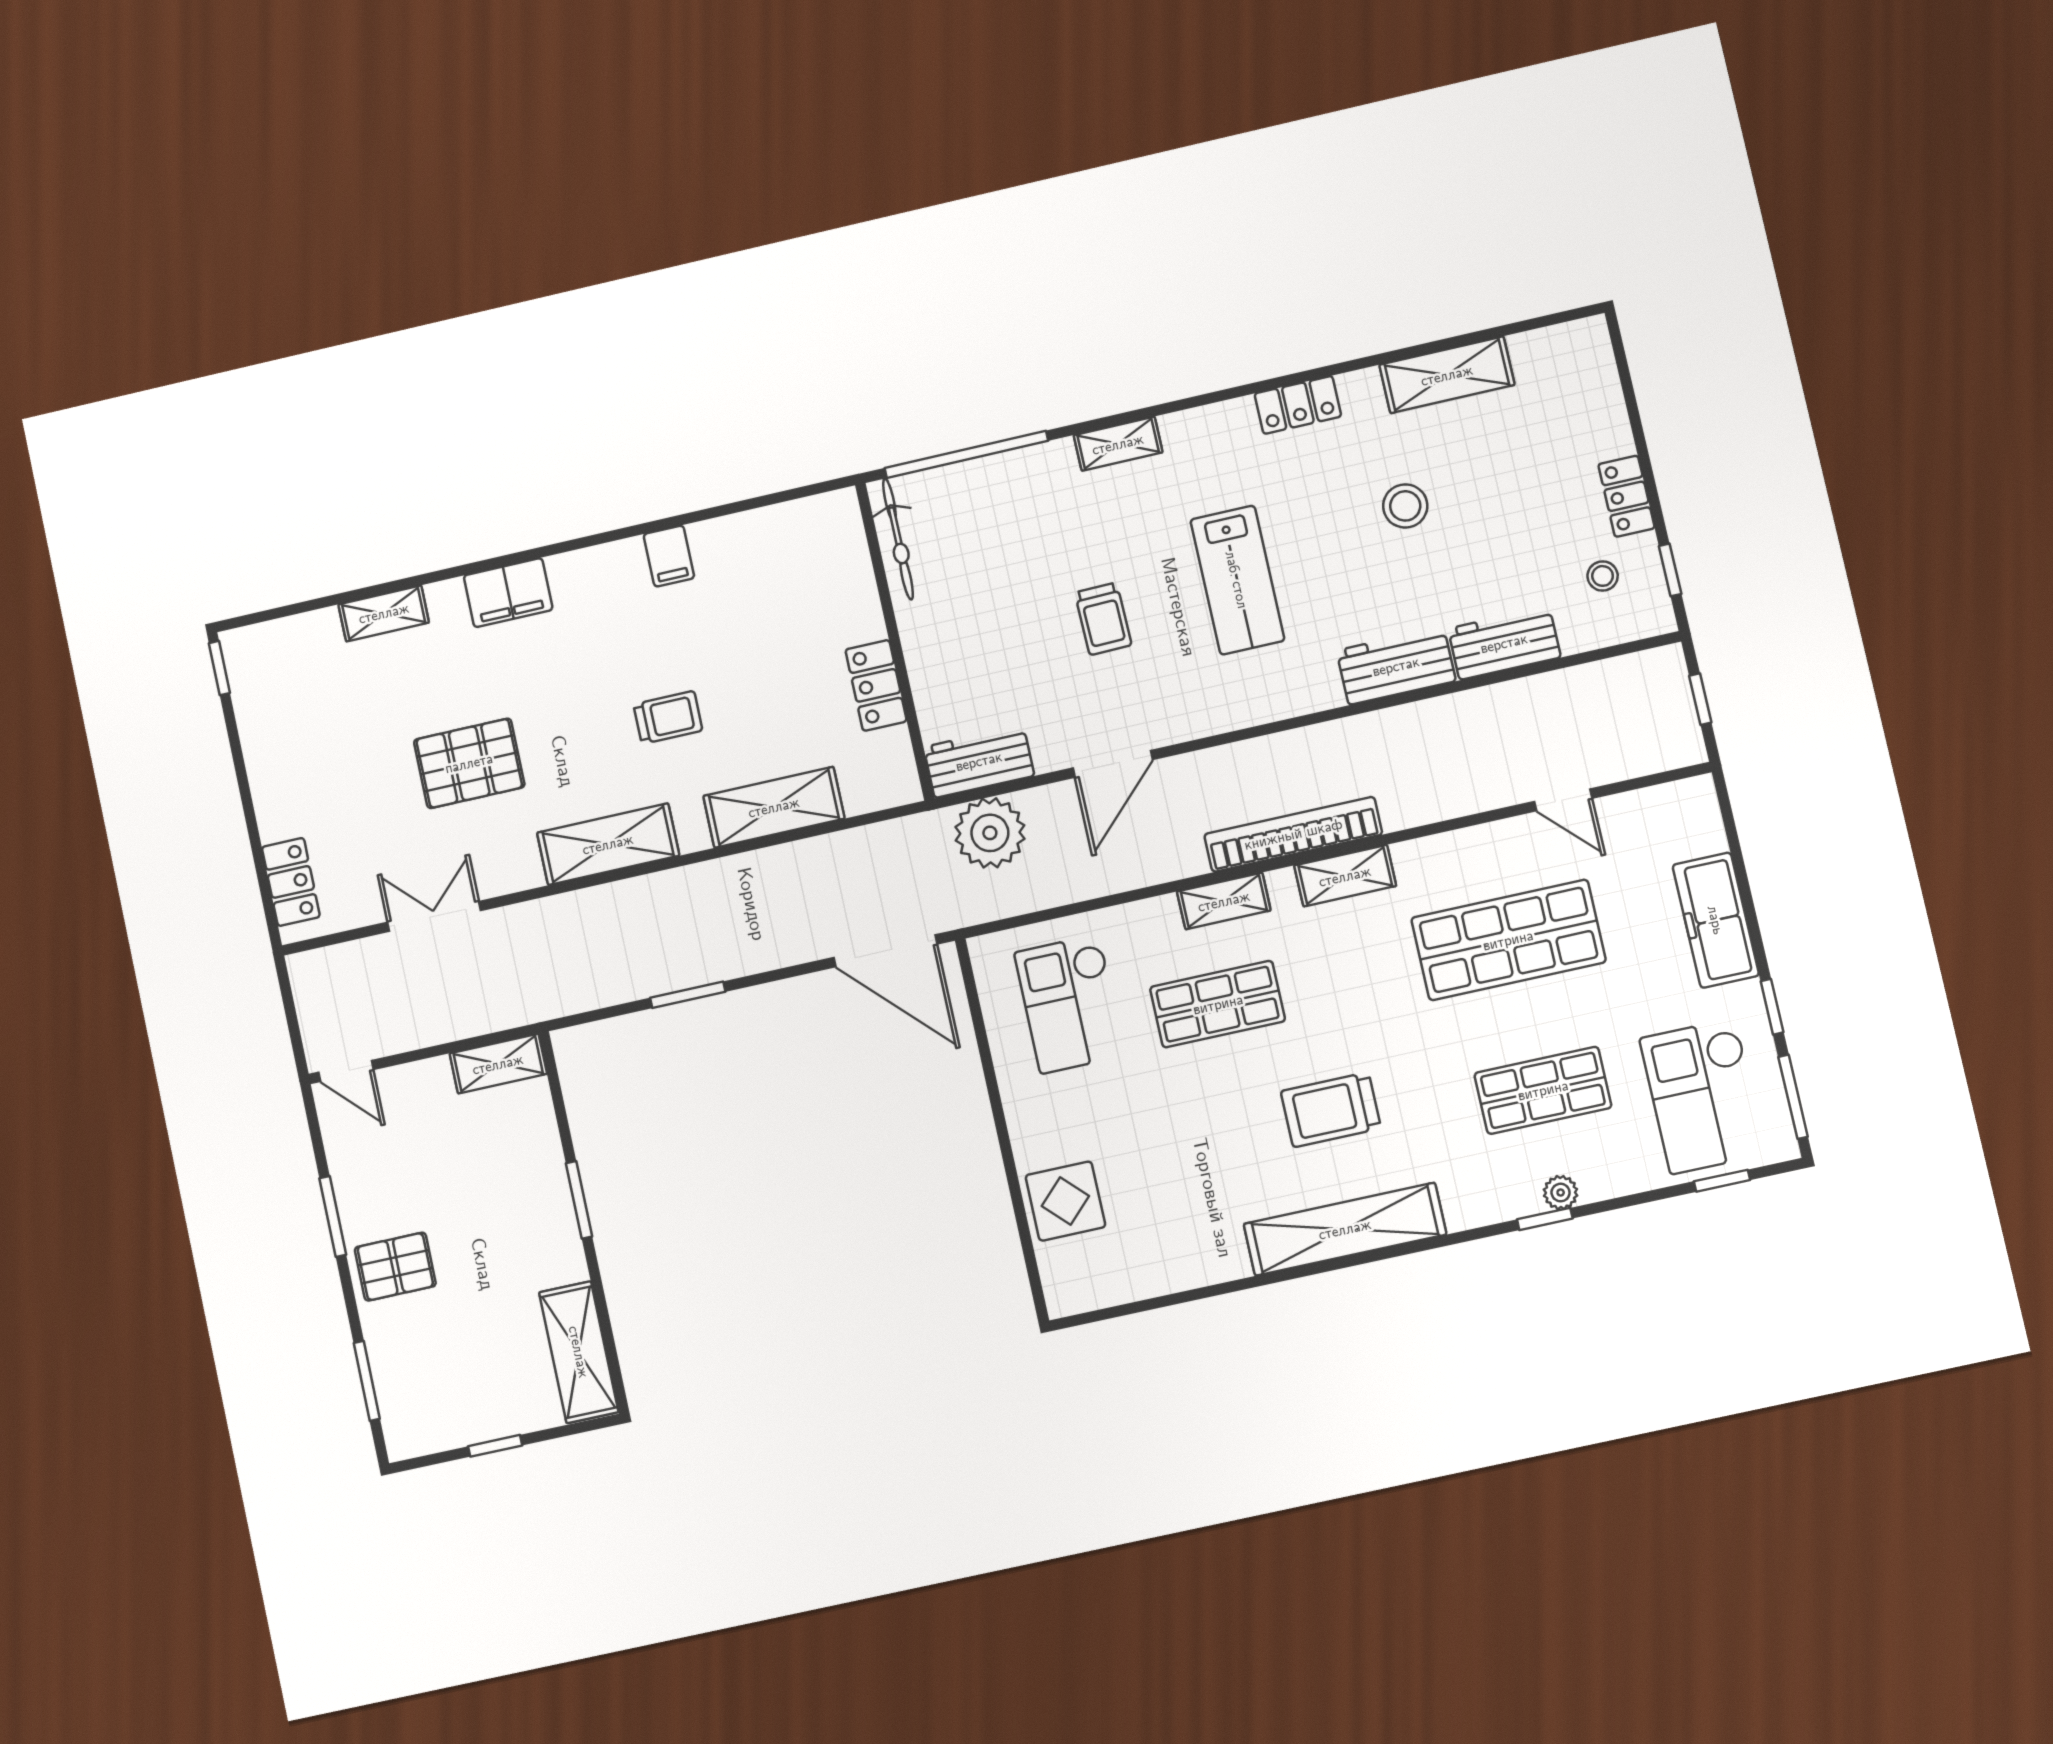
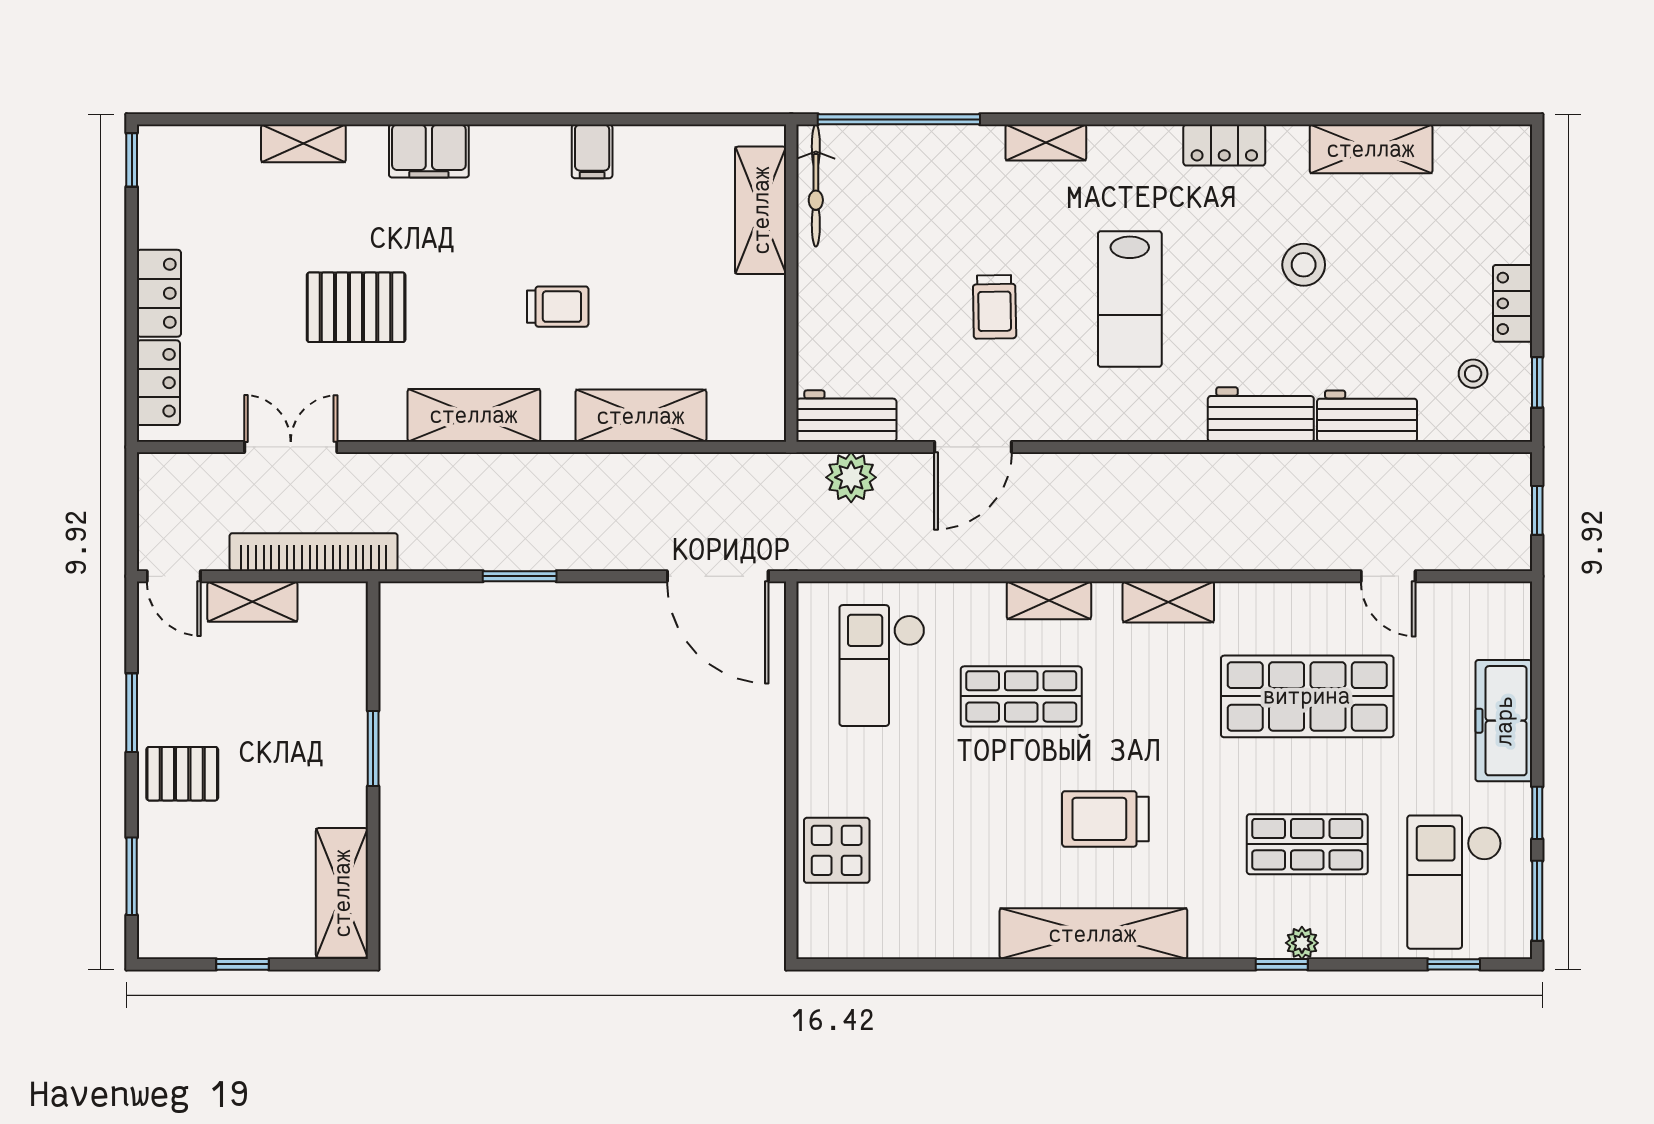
shelving: (848, 576) -> (761, 210), added
locker: (876, 685) -> (159, 293), moved, turned 180
plant: (990, 833) -> (851, 477), width x0.73, depth x0.73
bookcase: (1293, 834) -> (314, 552), moved
shelving: (498, 1064) -> (252, 602), moved

